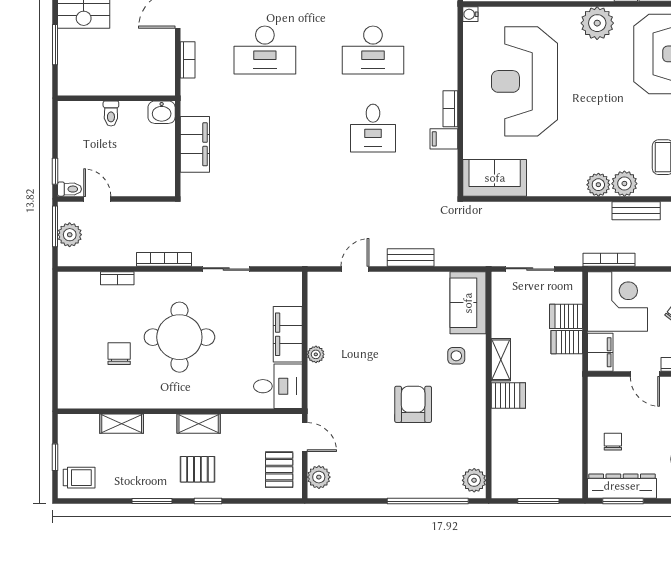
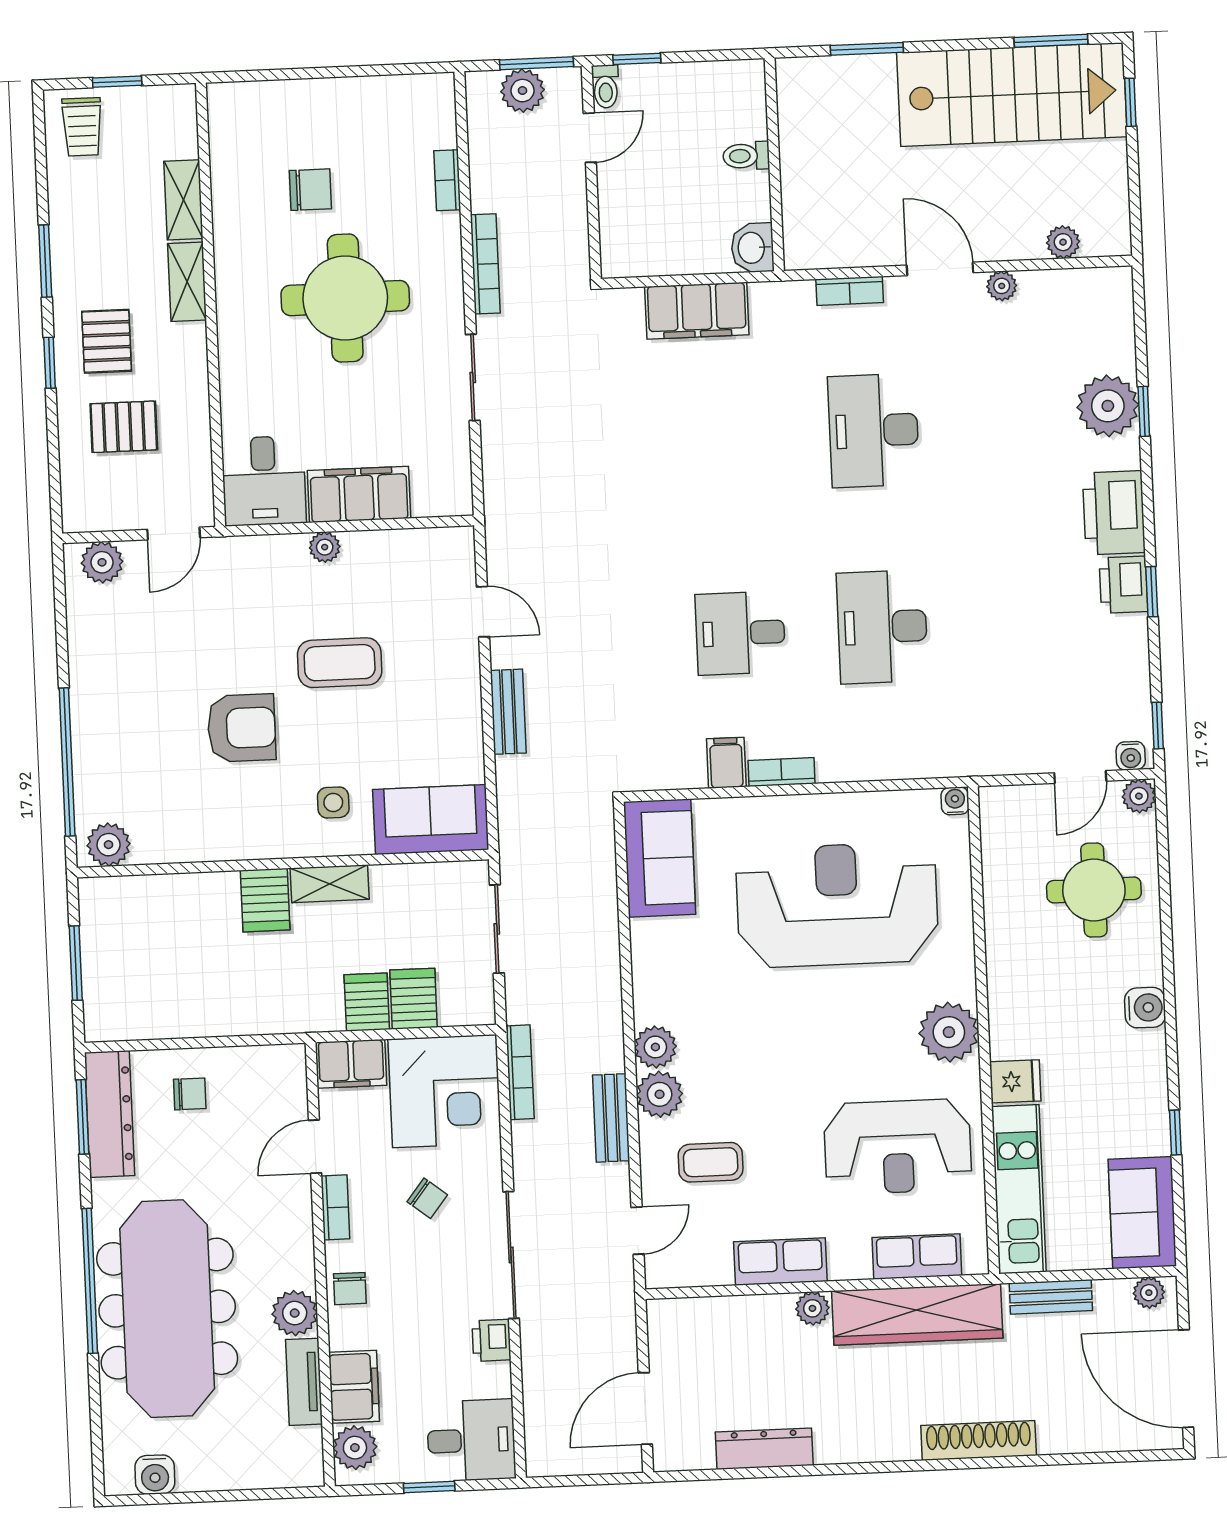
coffee table: (380, 349) -> (340, 663), added
shelving: (199, 424) -> (187, 282), moved
pallet: (279, 470) -> (124, 427), moved

